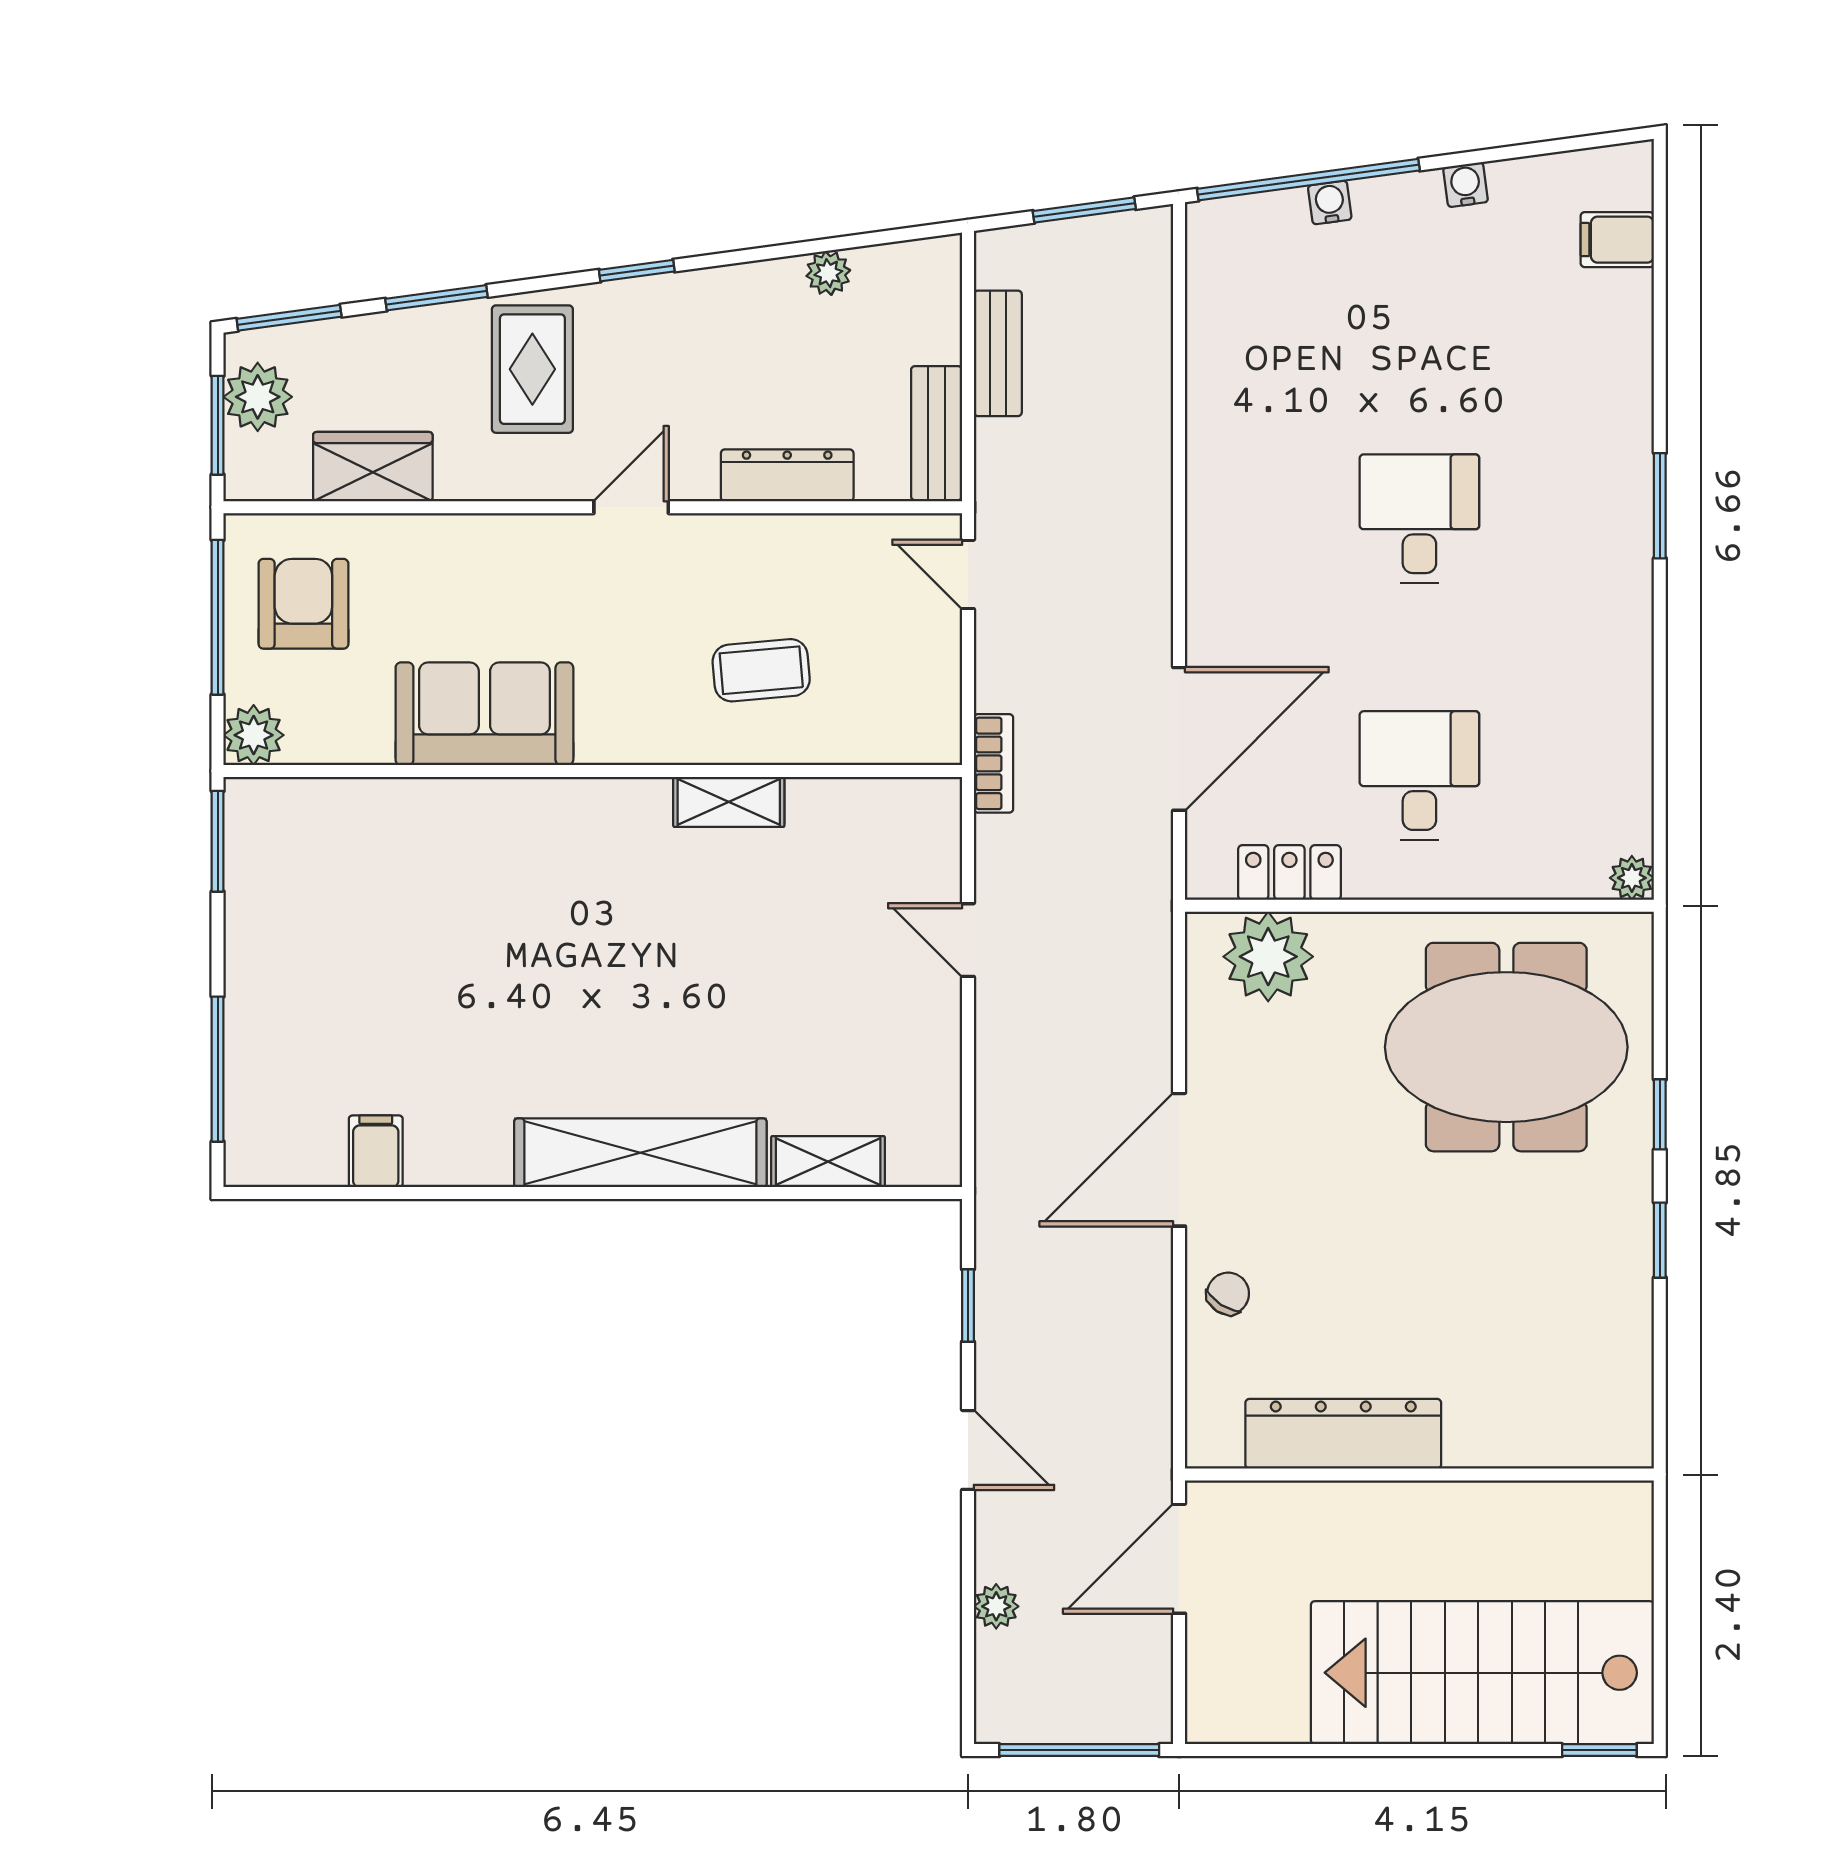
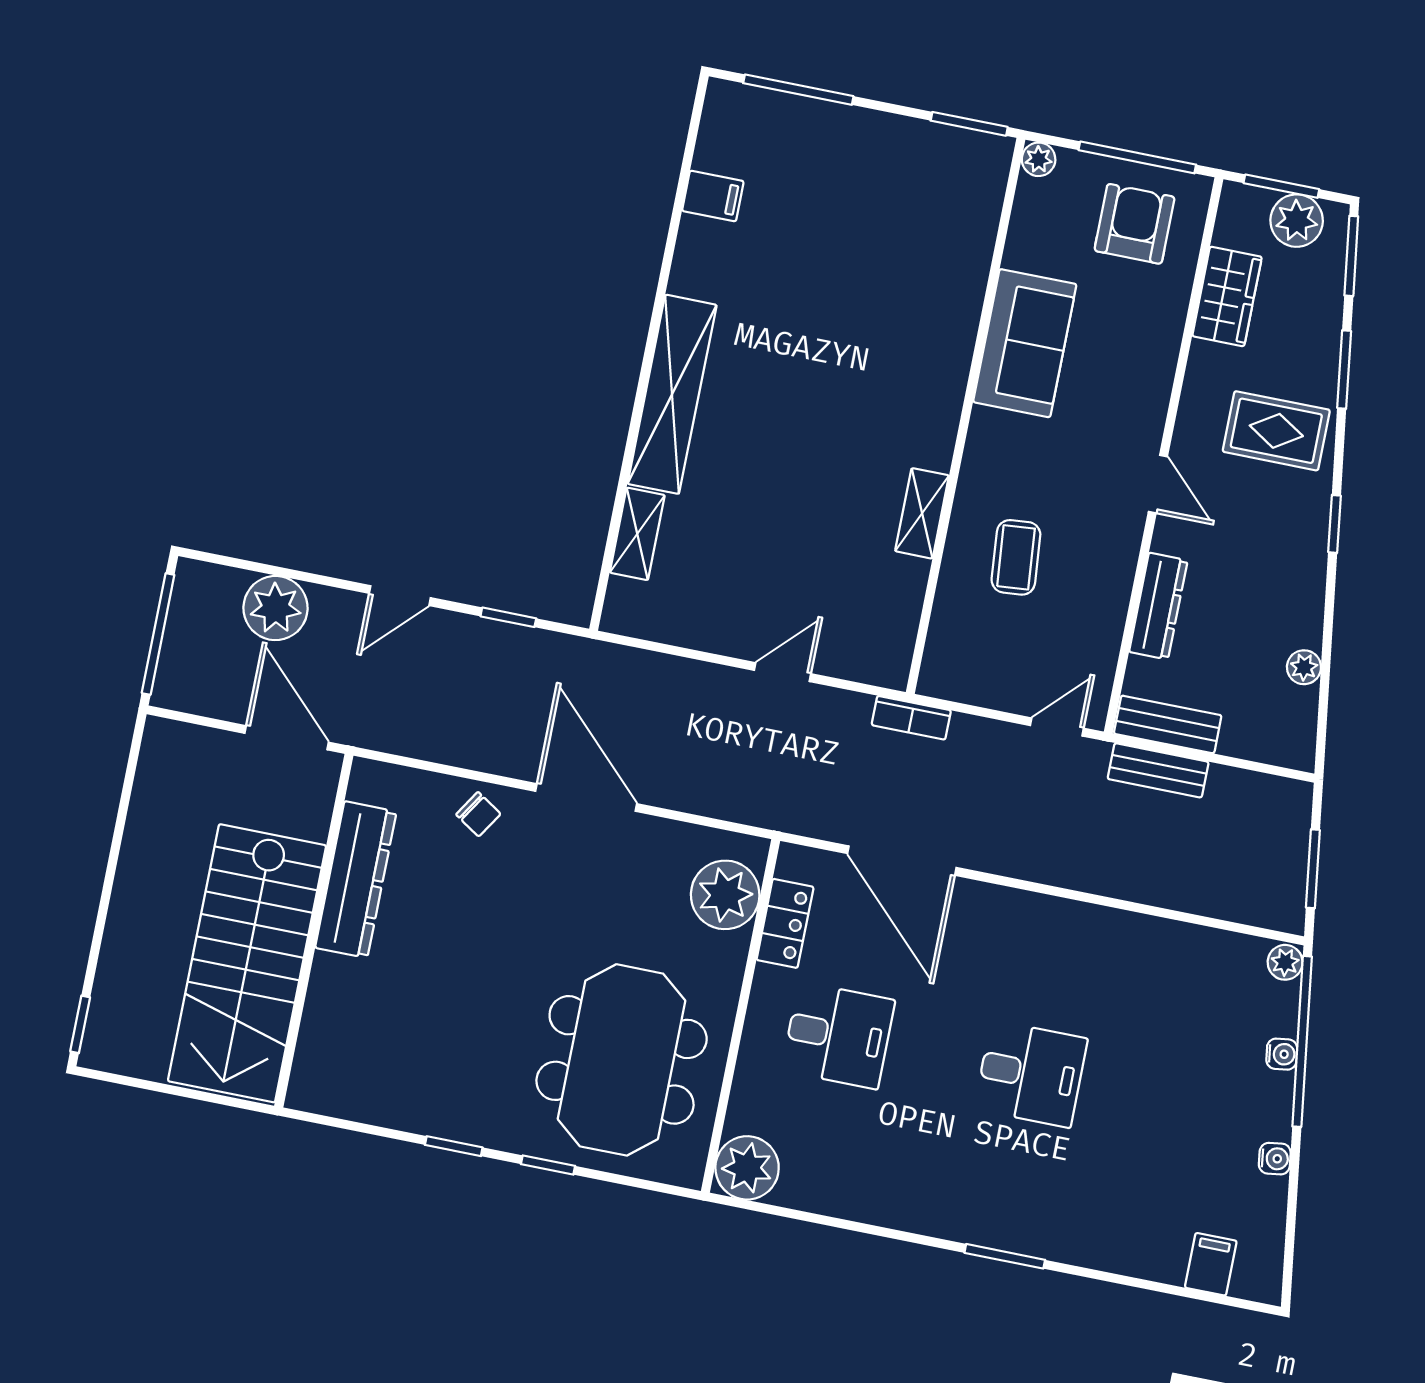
plant: (1211, 222) -> (1285, 962), added
bench: (998, 353) -> (1158, 770), moved
armchair: (303, 604) -> (1135, 224), turned -90
plant: (254, 735) -> (1039, 159), width x0.73, depth x0.73
plant: (1632, 878) -> (747, 1168), width x1.87, depth x1.87
plant: (996, 1606) -> (276, 608), width x1.88, depth x1.88
stairs: (1482, 1673) -> (247, 963), moved, turned 180

